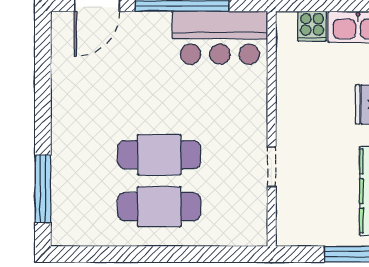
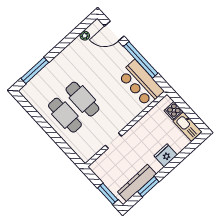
plant: (61, 58) -> (85, 36), added

